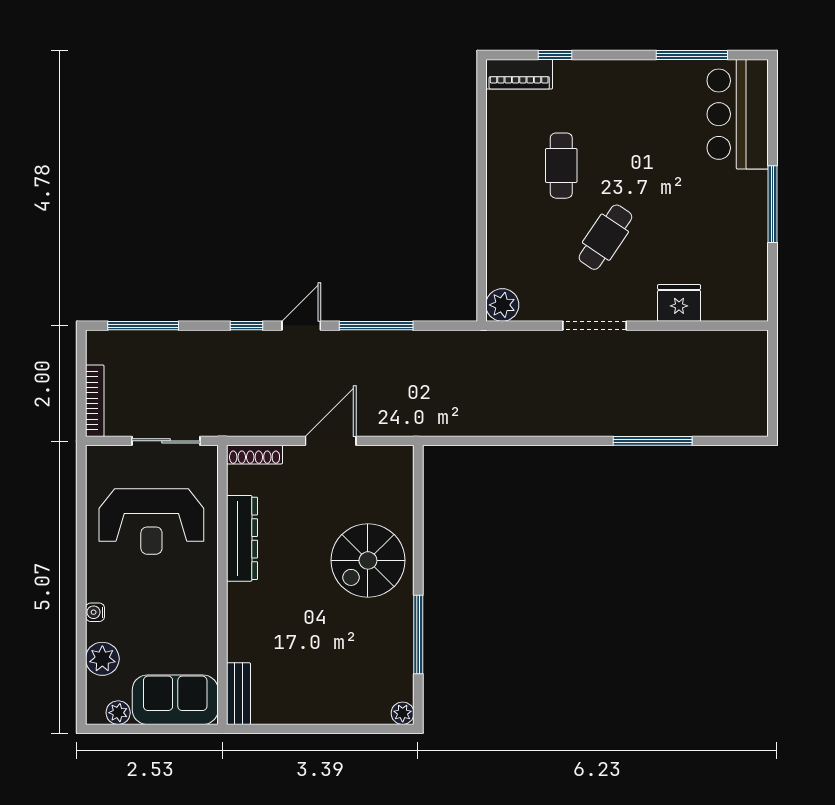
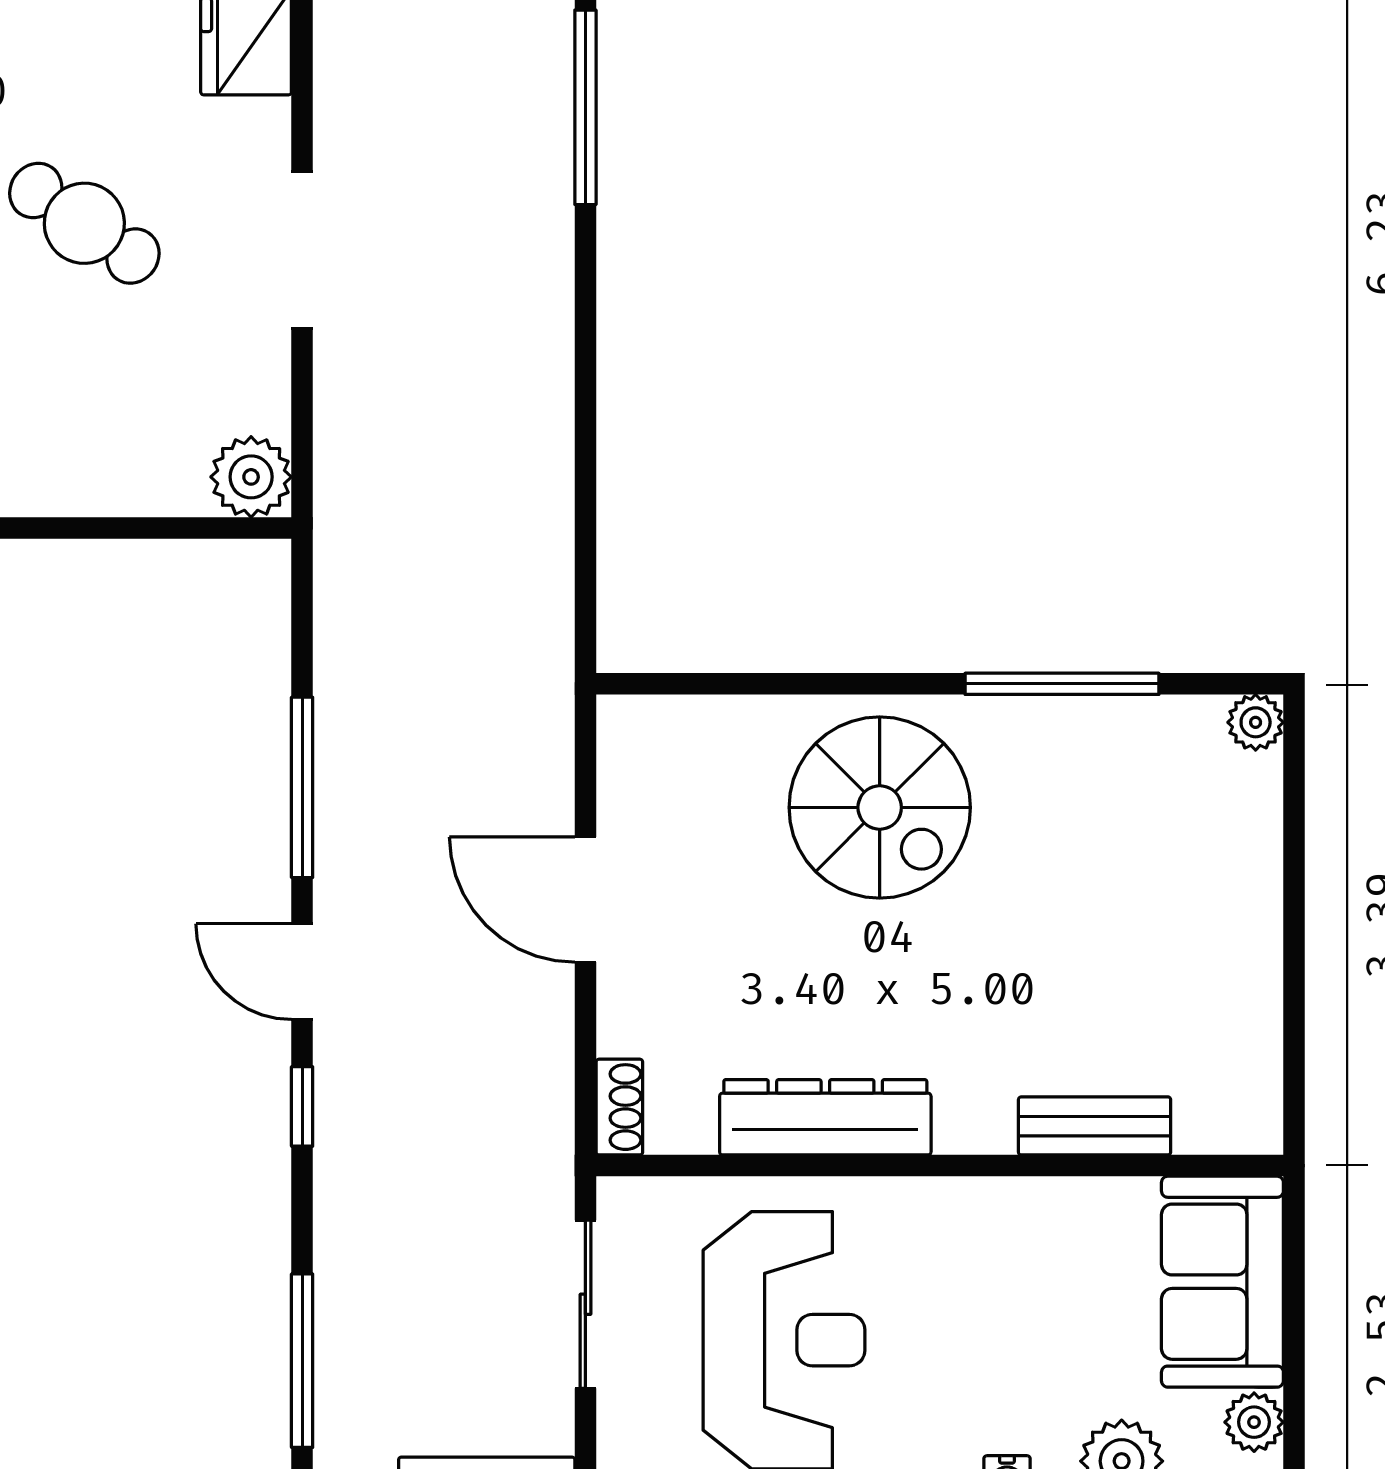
shoe rack: (255, 455) -> (619, 1107), width x0.70
bench: (239, 694) -> (1095, 1126), moved

